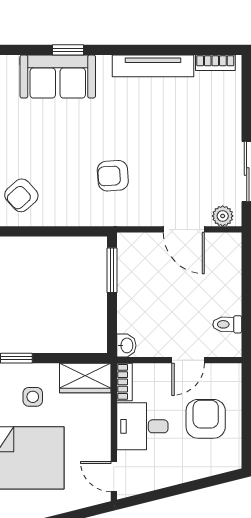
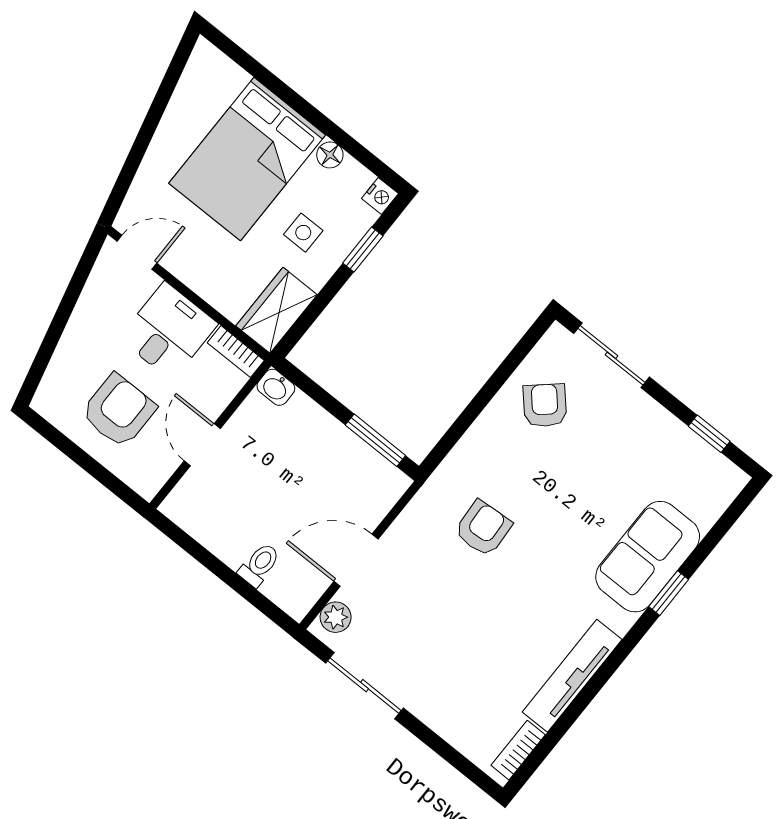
toilet: (227, 324) -> (259, 565), moved
armchair: (206, 419) -> (119, 411), turned -90

